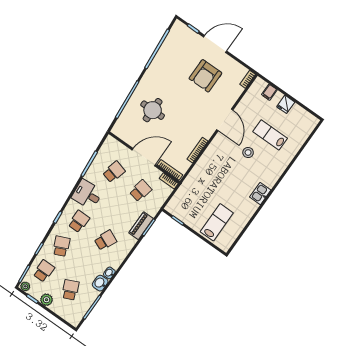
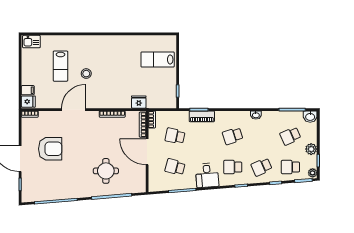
fridge: (286, 104) -> (28, 102), moved
fridge: (192, 180) -> (139, 102), added
kitchen sink: (260, 194) -> (31, 42), moved
school desk: (105, 240) -> (233, 136), turned -42
washbasin: (100, 283) -> (310, 117), moved

